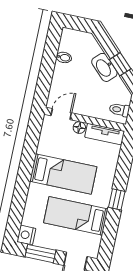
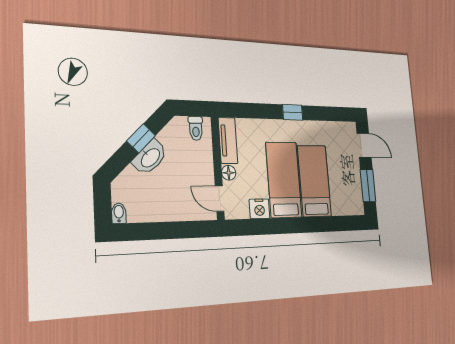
bidet: (64, 57) -> (119, 213), moved
bed: (76, 216) -> (314, 181), moved, turned 180
nightstand: (26, 235) -> (259, 209), moved

